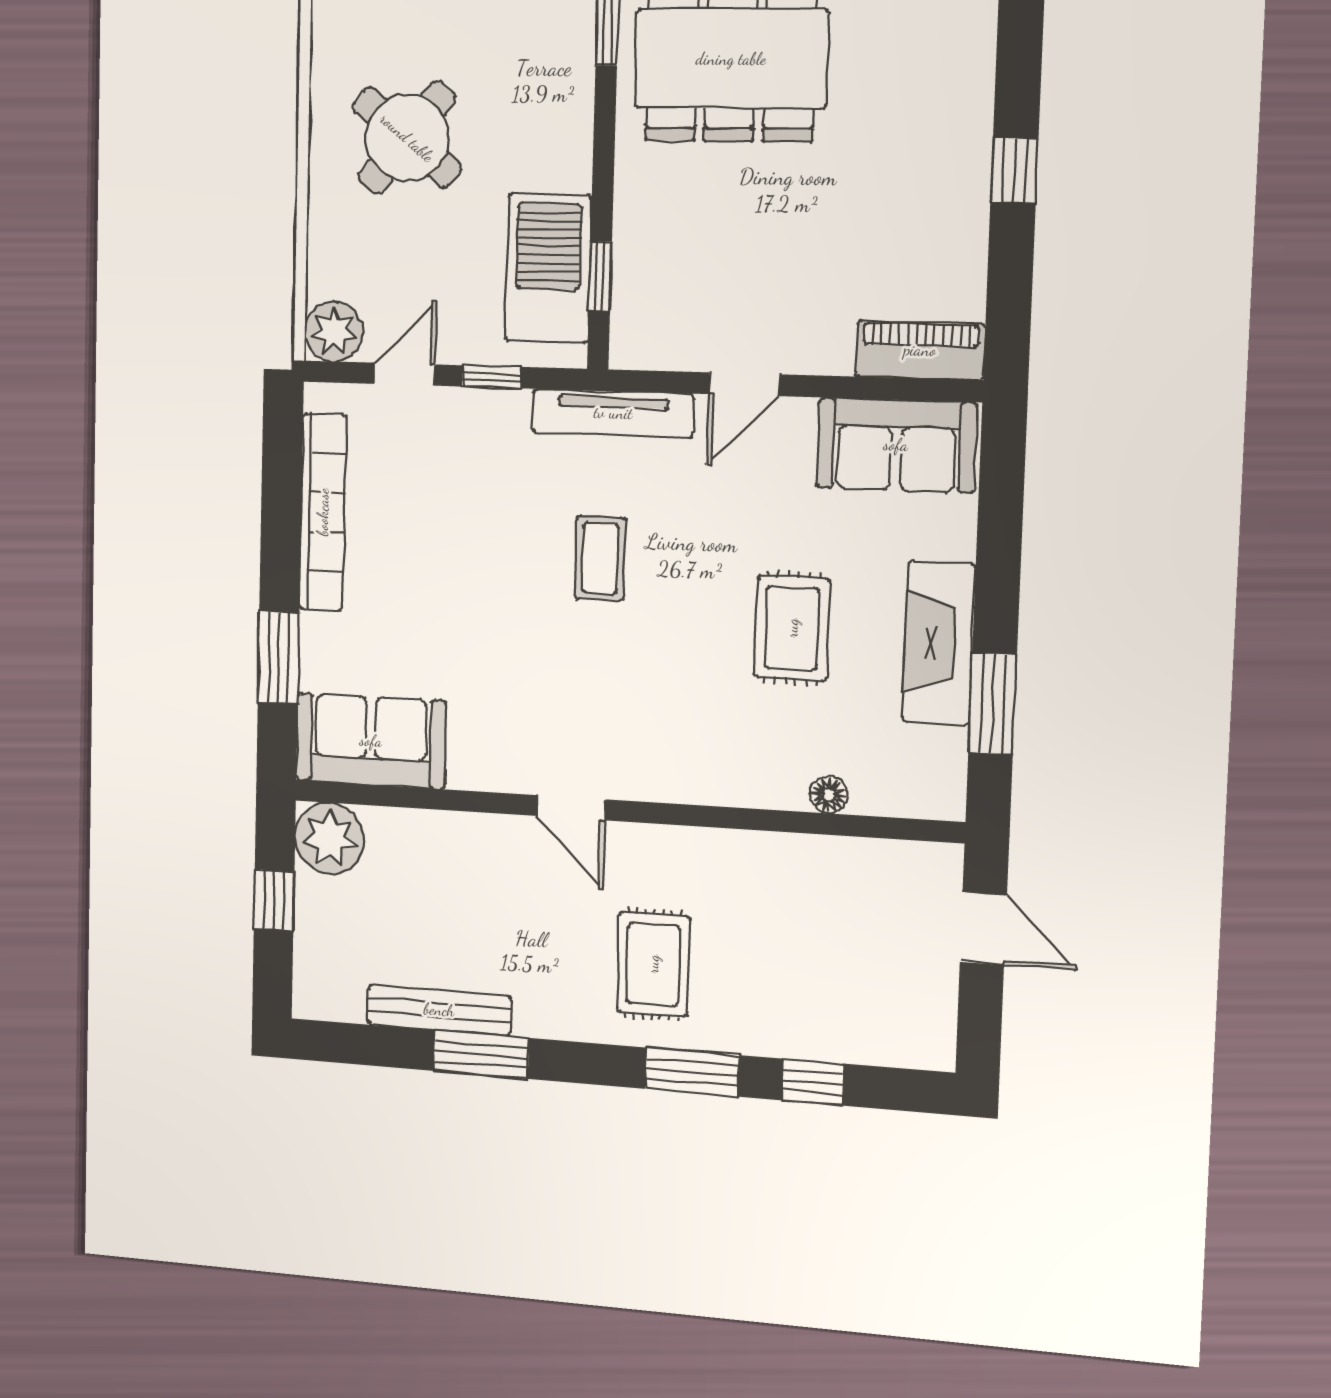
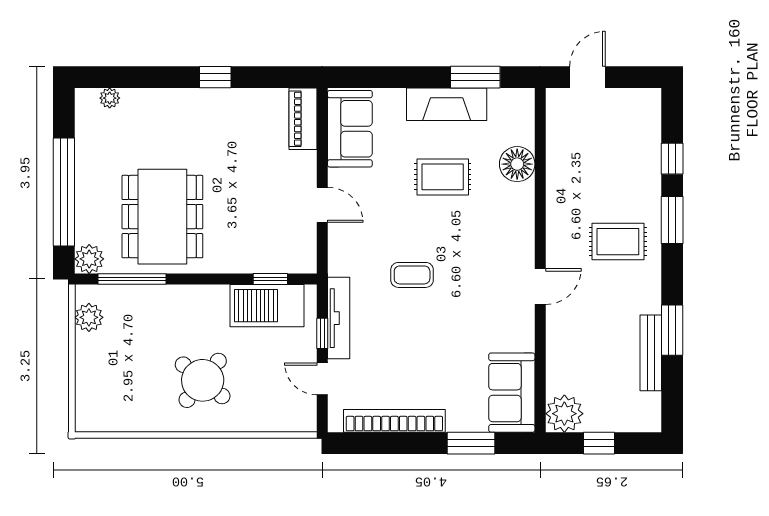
plant: (333, 331) -> (301, 417), removed
tv unit: (613, 413) -> (339, 318), moved
floor lamp: (829, 795) -> (517, 164), width x1.89, depth x1.89

